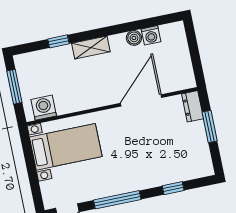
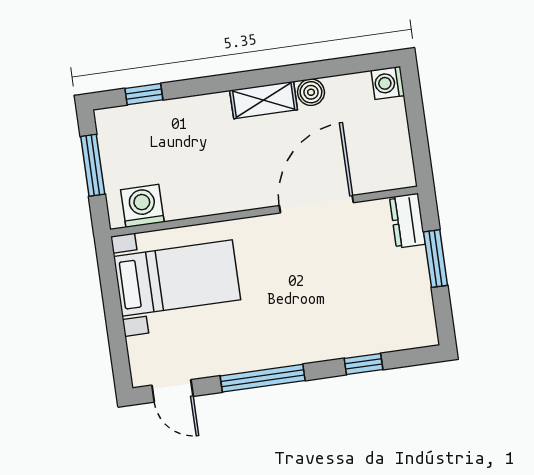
washing machine: (151, 35) -> (388, 83), moved, turned 90
window: (58, 41) -> (144, 94), moved
shelving: (91, 48) -> (264, 100), moved

